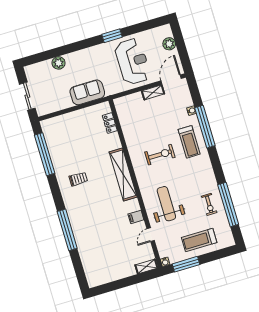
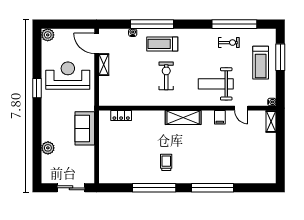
plant: (169, 44) -> (48, 35), moved
treadmill: (189, 142) -> (162, 44), turned 180
window: (45, 154) -> (154, 188), moved
shelving: (123, 175) -> (183, 117), width x0.68
window: (186, 264) -> (280, 57), moved

